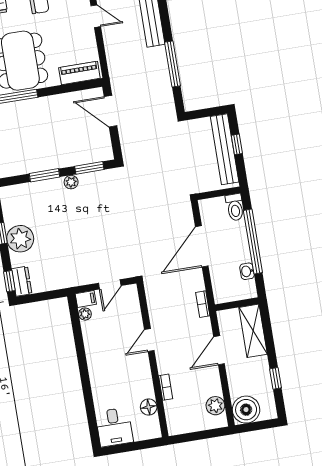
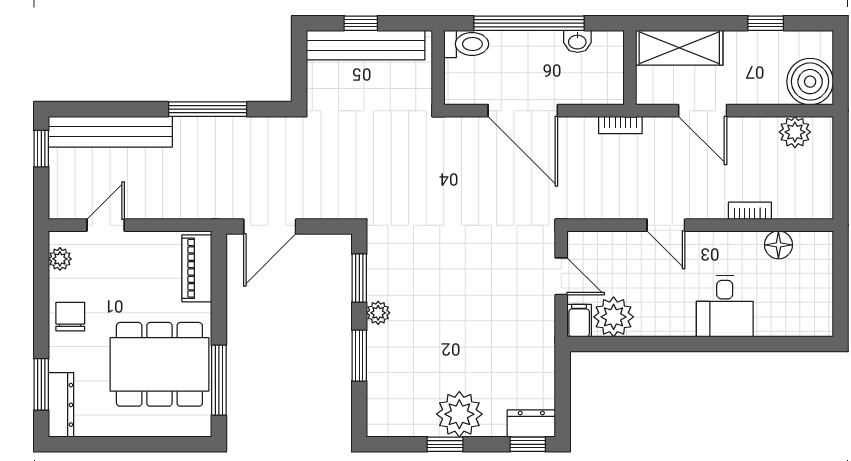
plant: (85, 314) -> (614, 317), width x1.88, depth x1.88
desk: (114, 427) -> (725, 306), moved, turned 90

